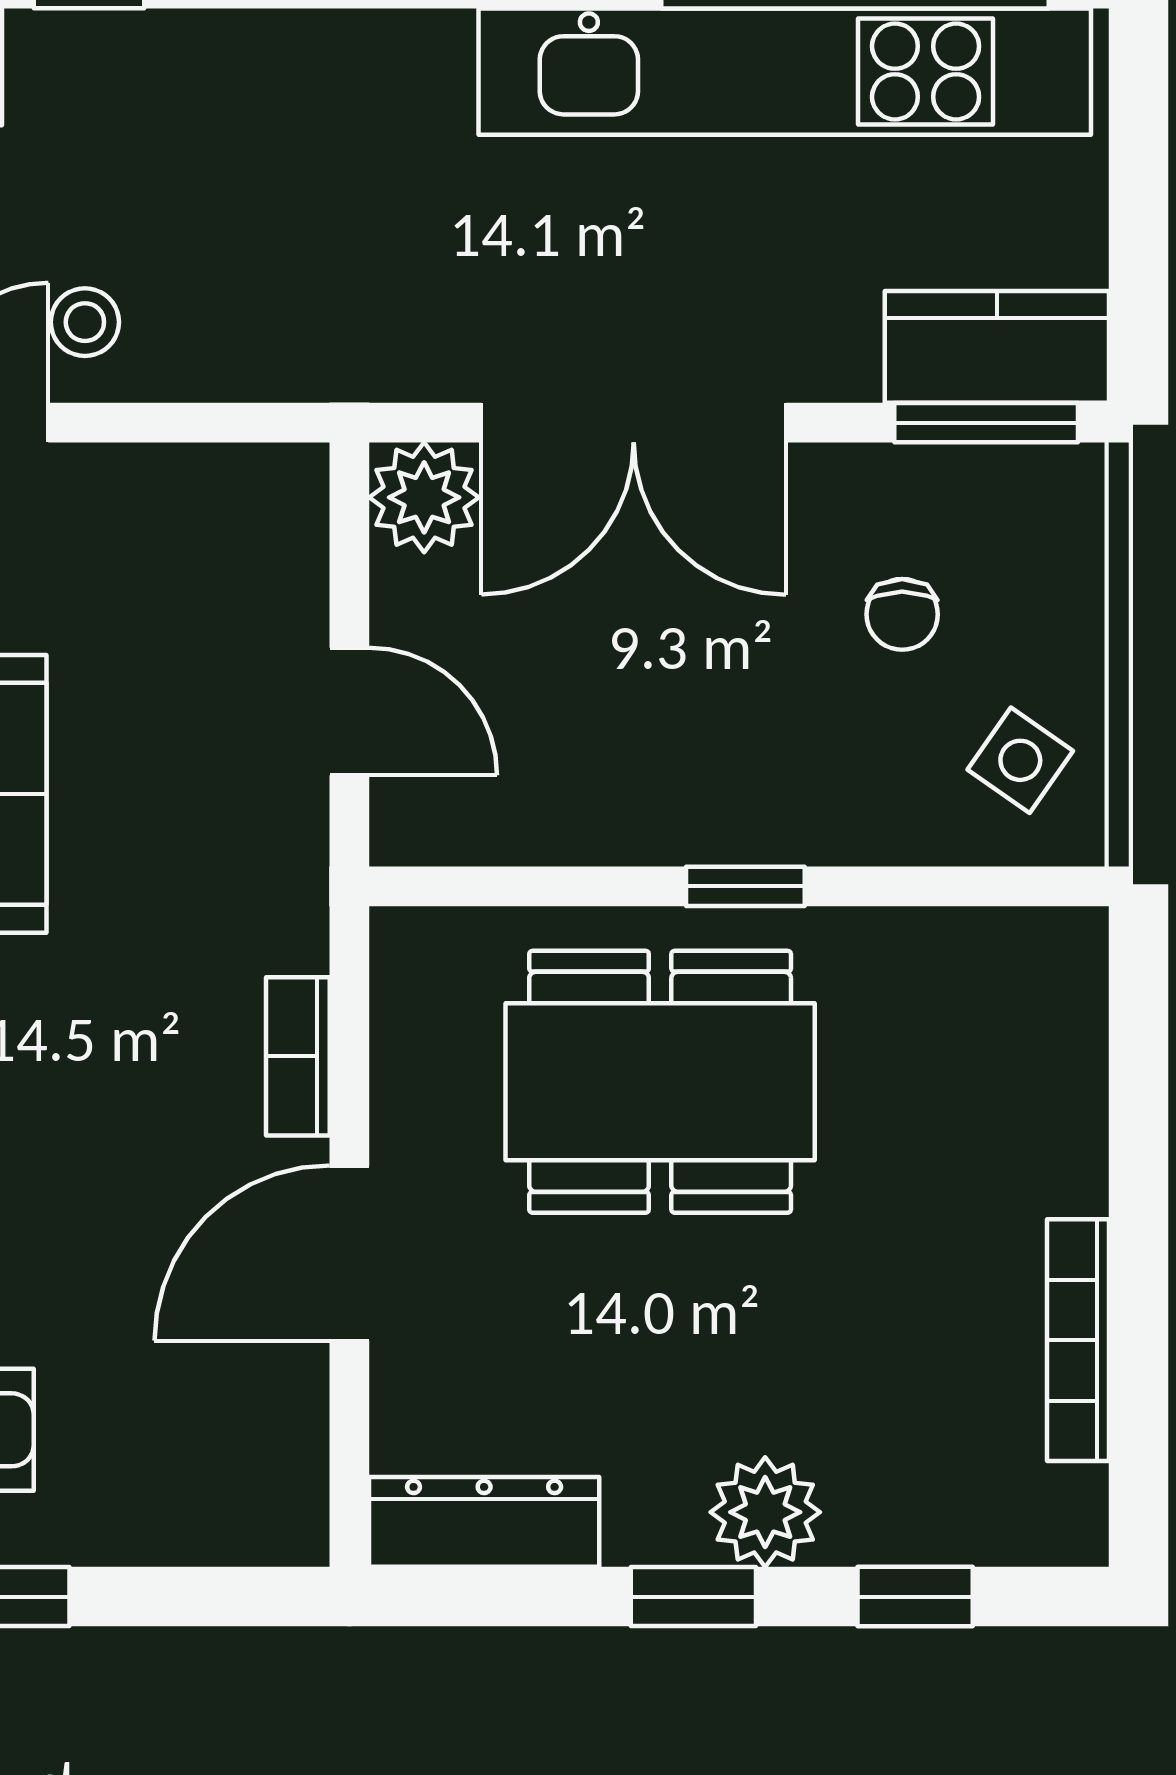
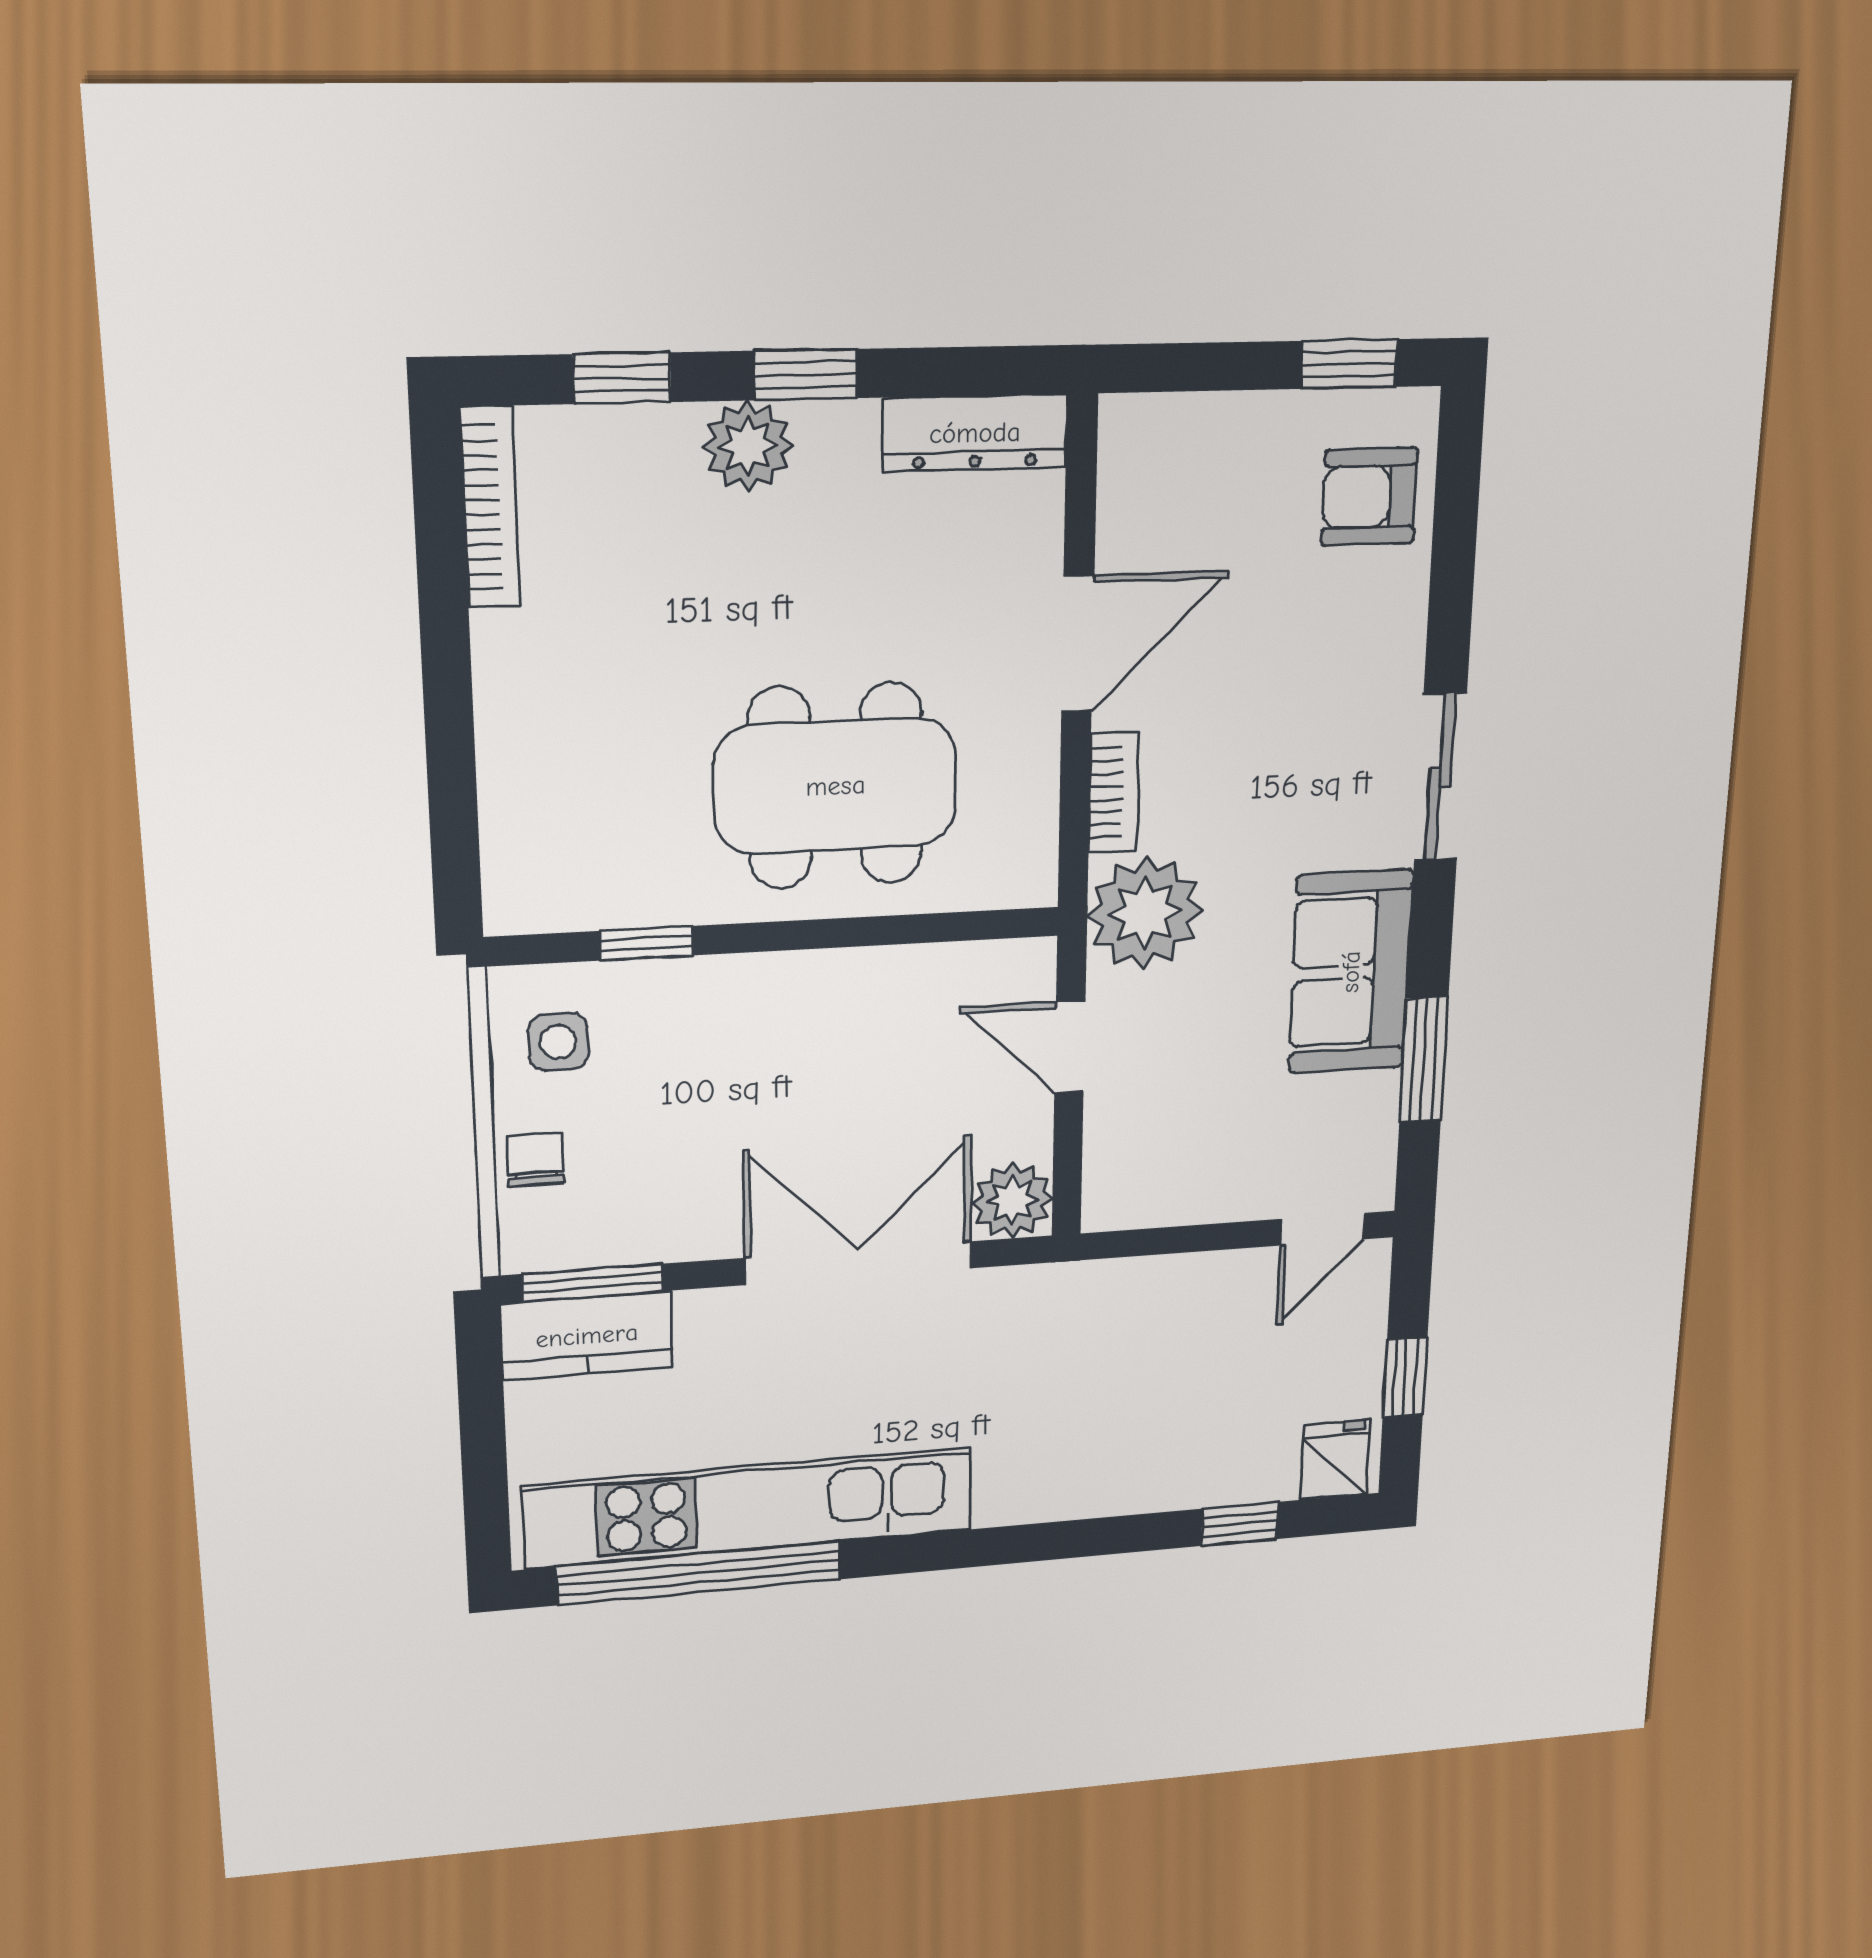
stool: (85, 322) -> (1252, 1301), removed
chair: (902, 614) -> (535, 1159), moved
side table: (1020, 760) -> (558, 1042), turned -35
window: (745, 886) -> (646, 943), moved
plant: (252, 892) -> (1145, 913), added
bookcase: (1078, 1340) -> (490, 508), moved

